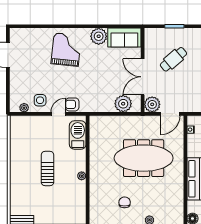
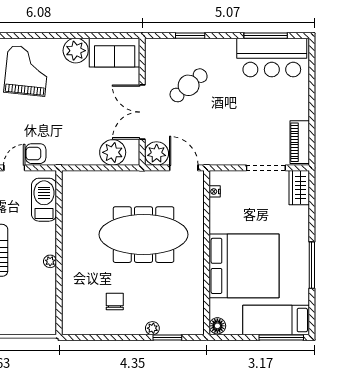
door: (170, 114) -> (184, 168), swing flipped

